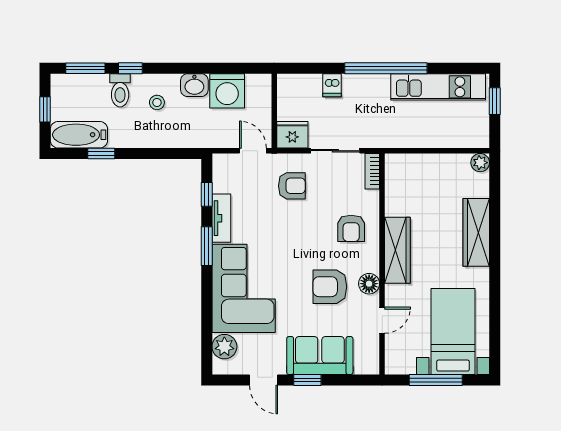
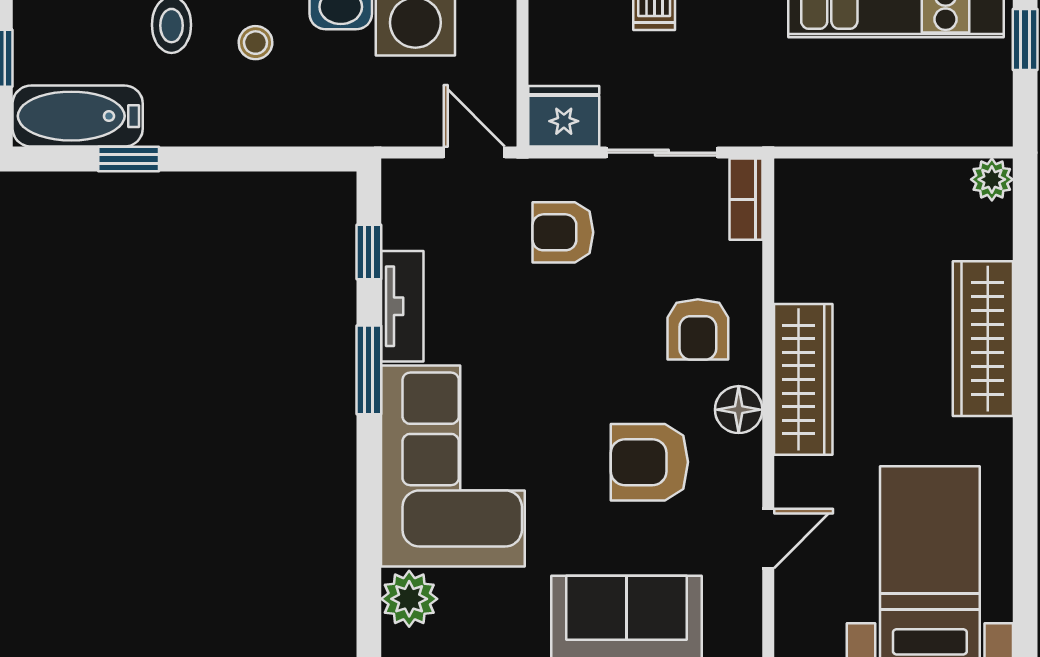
armchair: (292, 186) -> (563, 232), turned 180
floor lamp: (369, 284) -> (739, 410), moved

